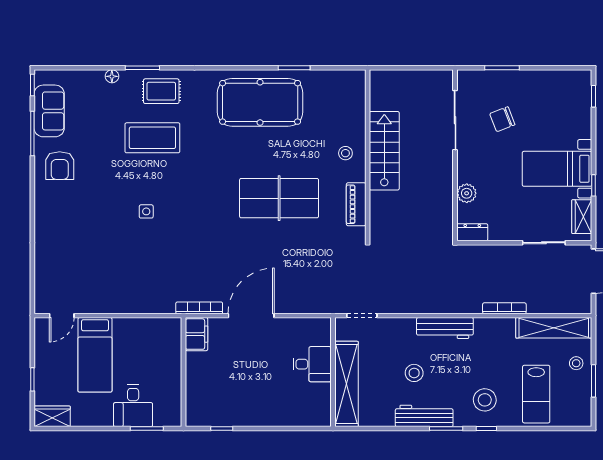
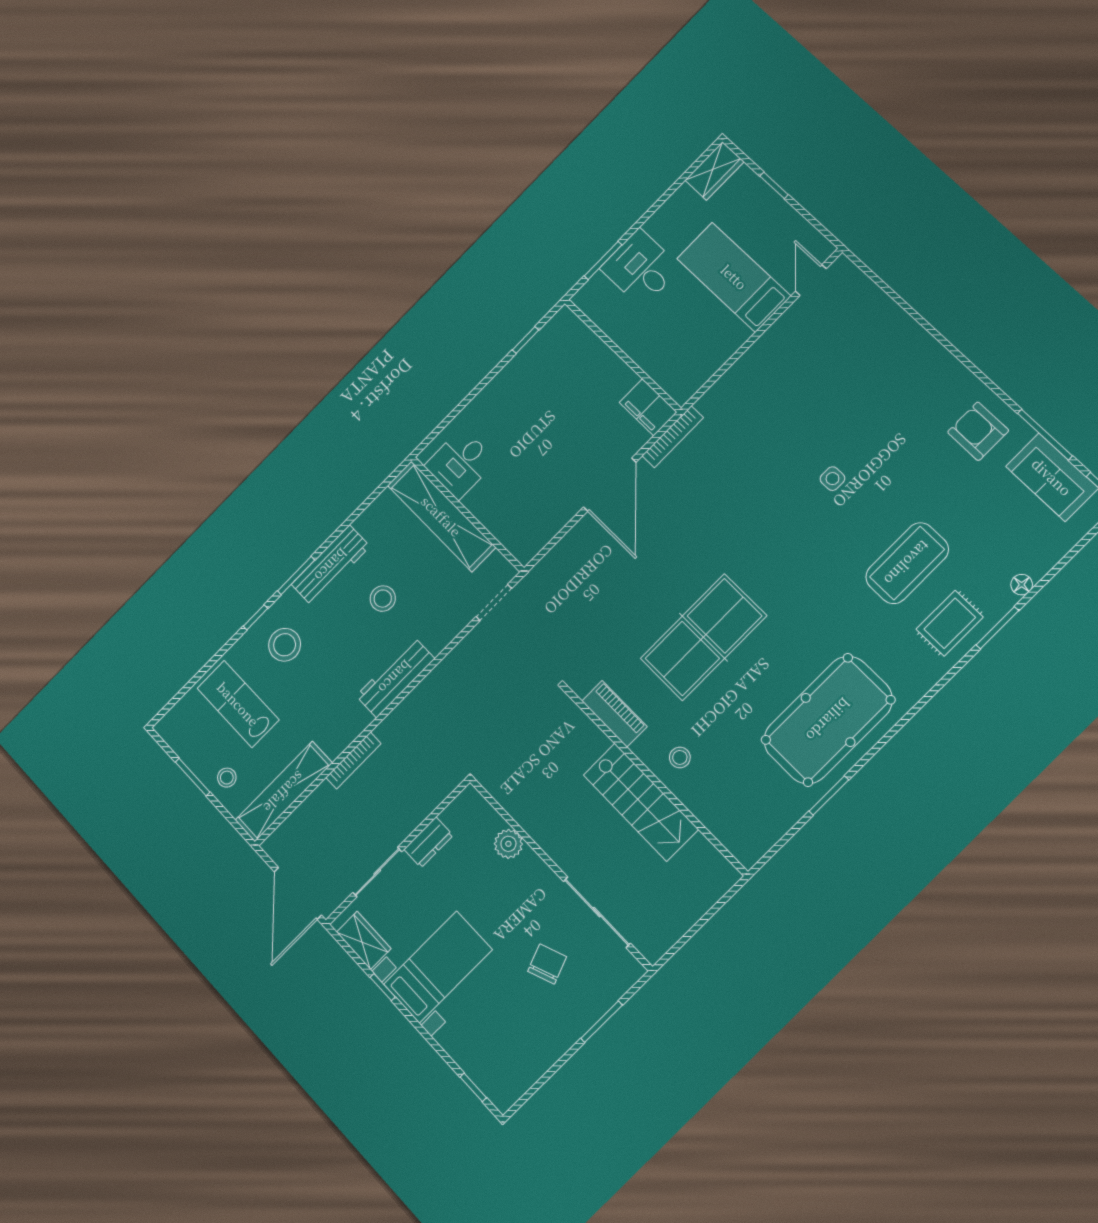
dresser: (472, 232) -> (428, 842), moved
desk: (312, 364) -> (460, 463), moved

